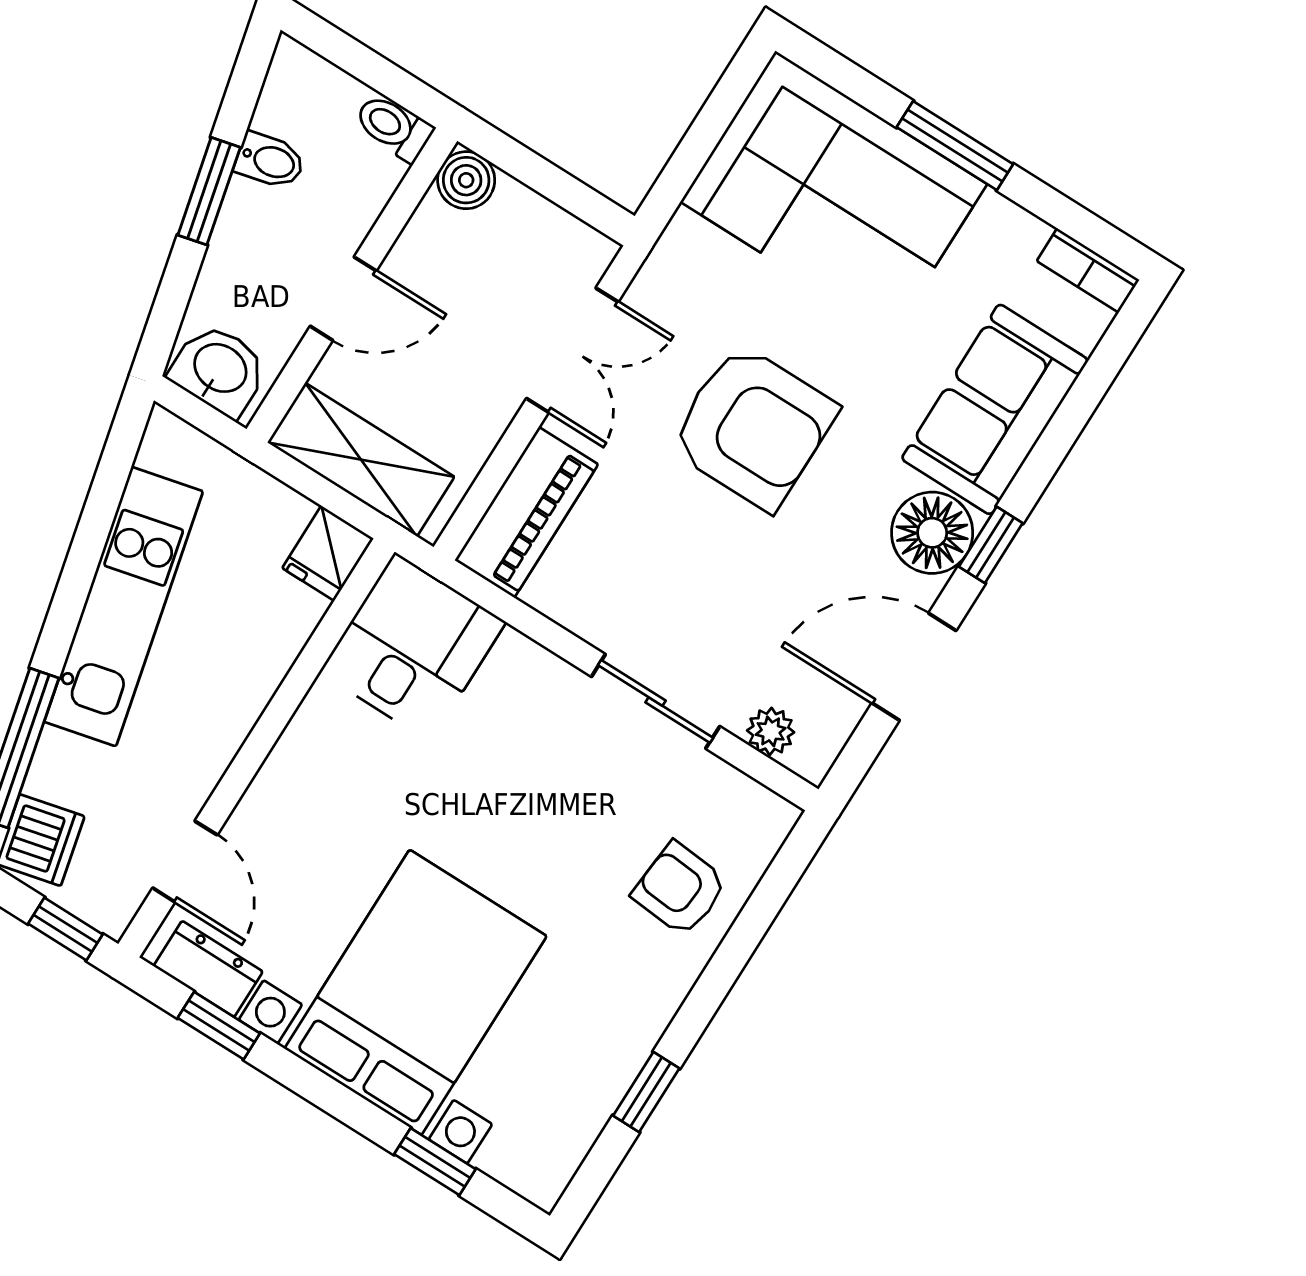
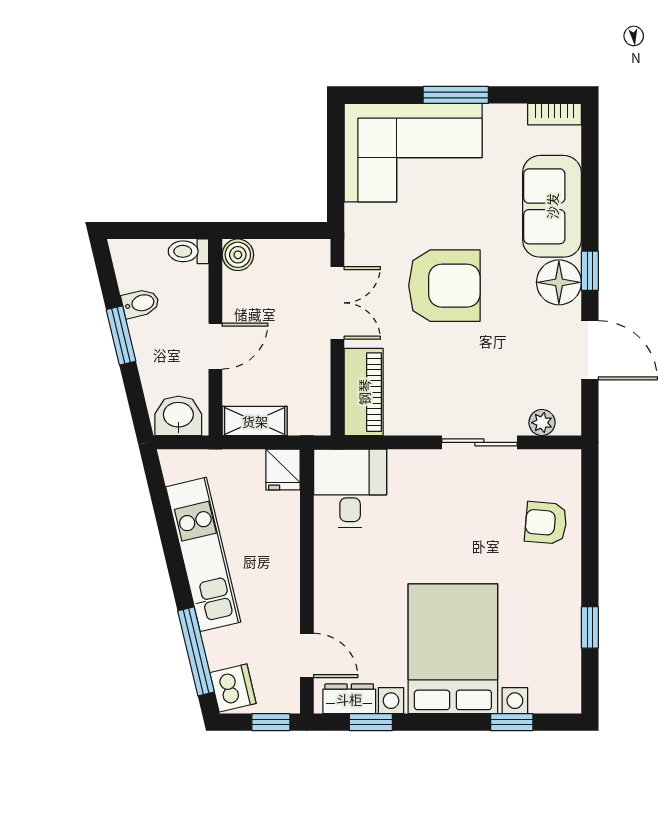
shelving: (361, 460) -> (255, 421), width x0.67, depth x0.75
door: (914, 667) -> (590, 350), swing flipped

